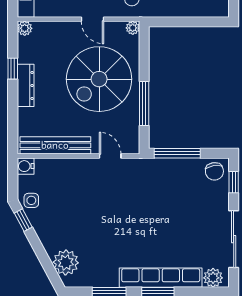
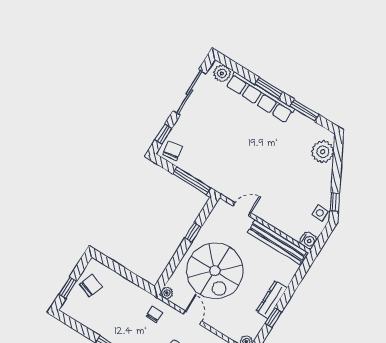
spiral stairs: (99, 79) -> (215, 271), turned 90
window: (144, 104) -> (193, 232), width x0.46
door: (110, 156) -> (242, 209), swing flipped

